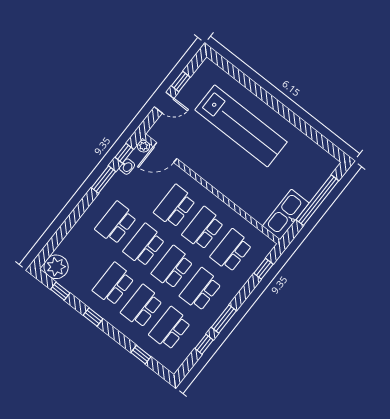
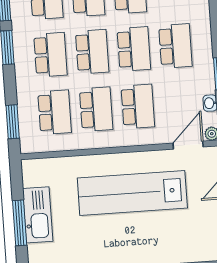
lab bench: (241, 126) -> (132, 193), moved
window: (317, 200) -> (20, 223), width x0.68
kitchen sink: (286, 215) -> (38, 215), moved
window: (263, 269) -> (13, 122), width x1.50

